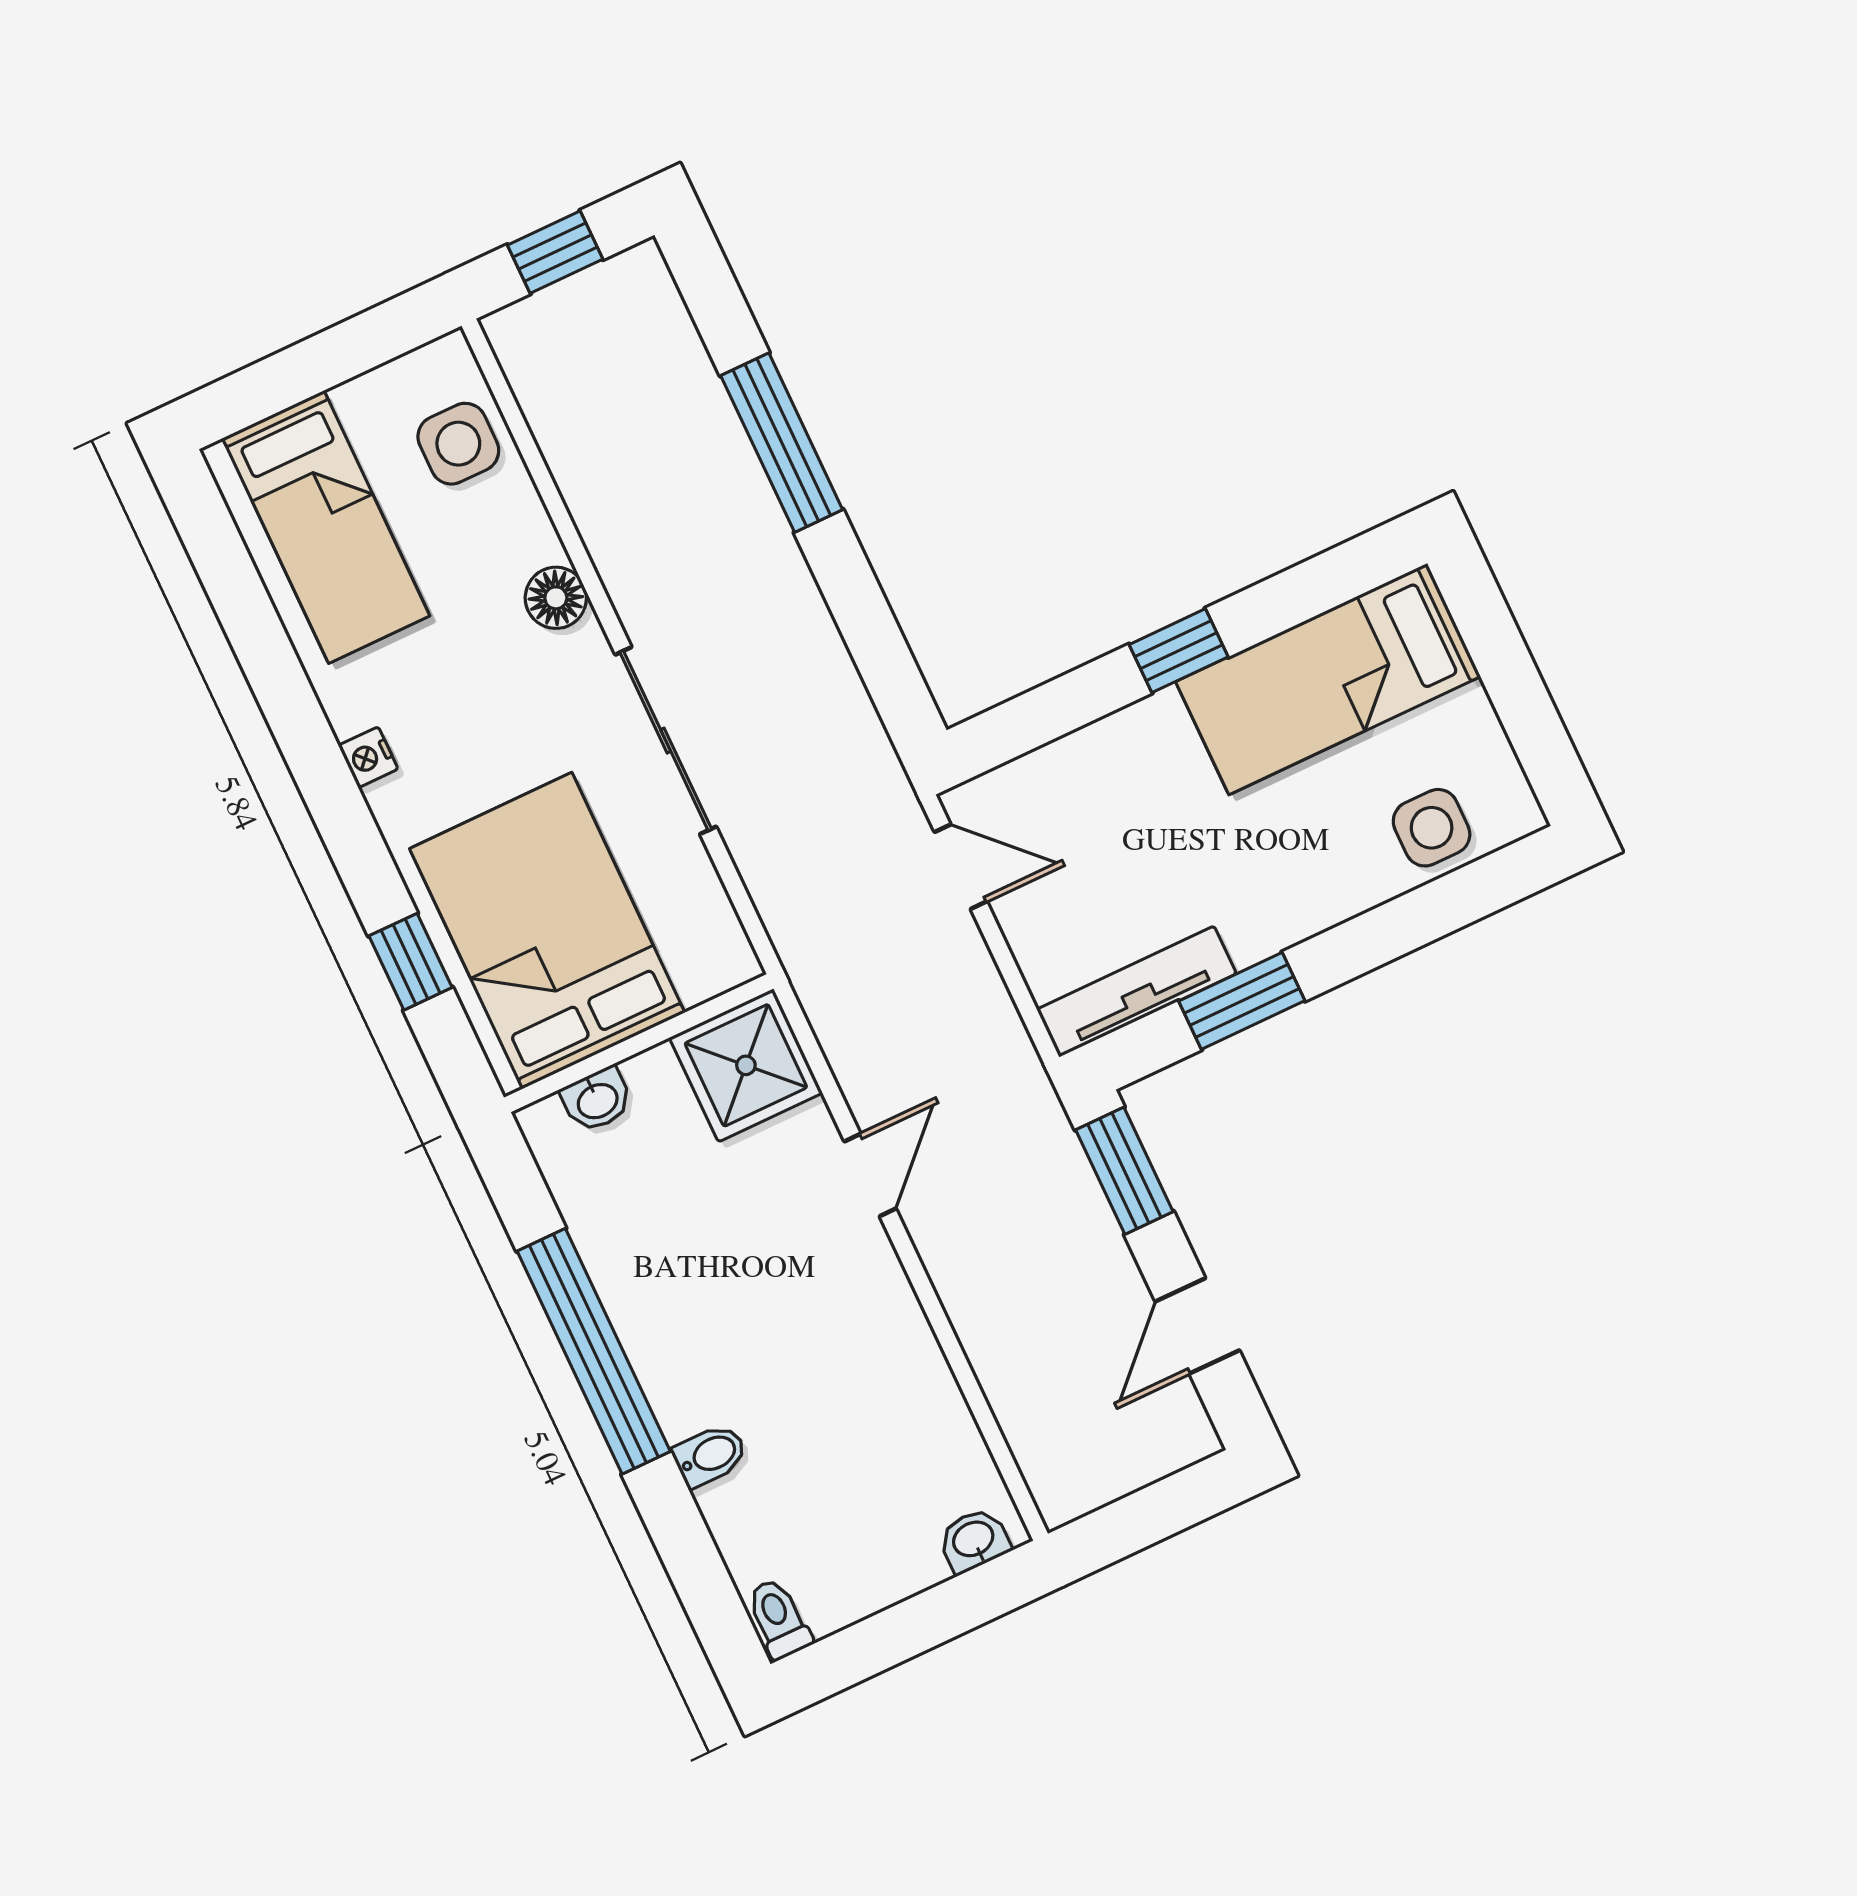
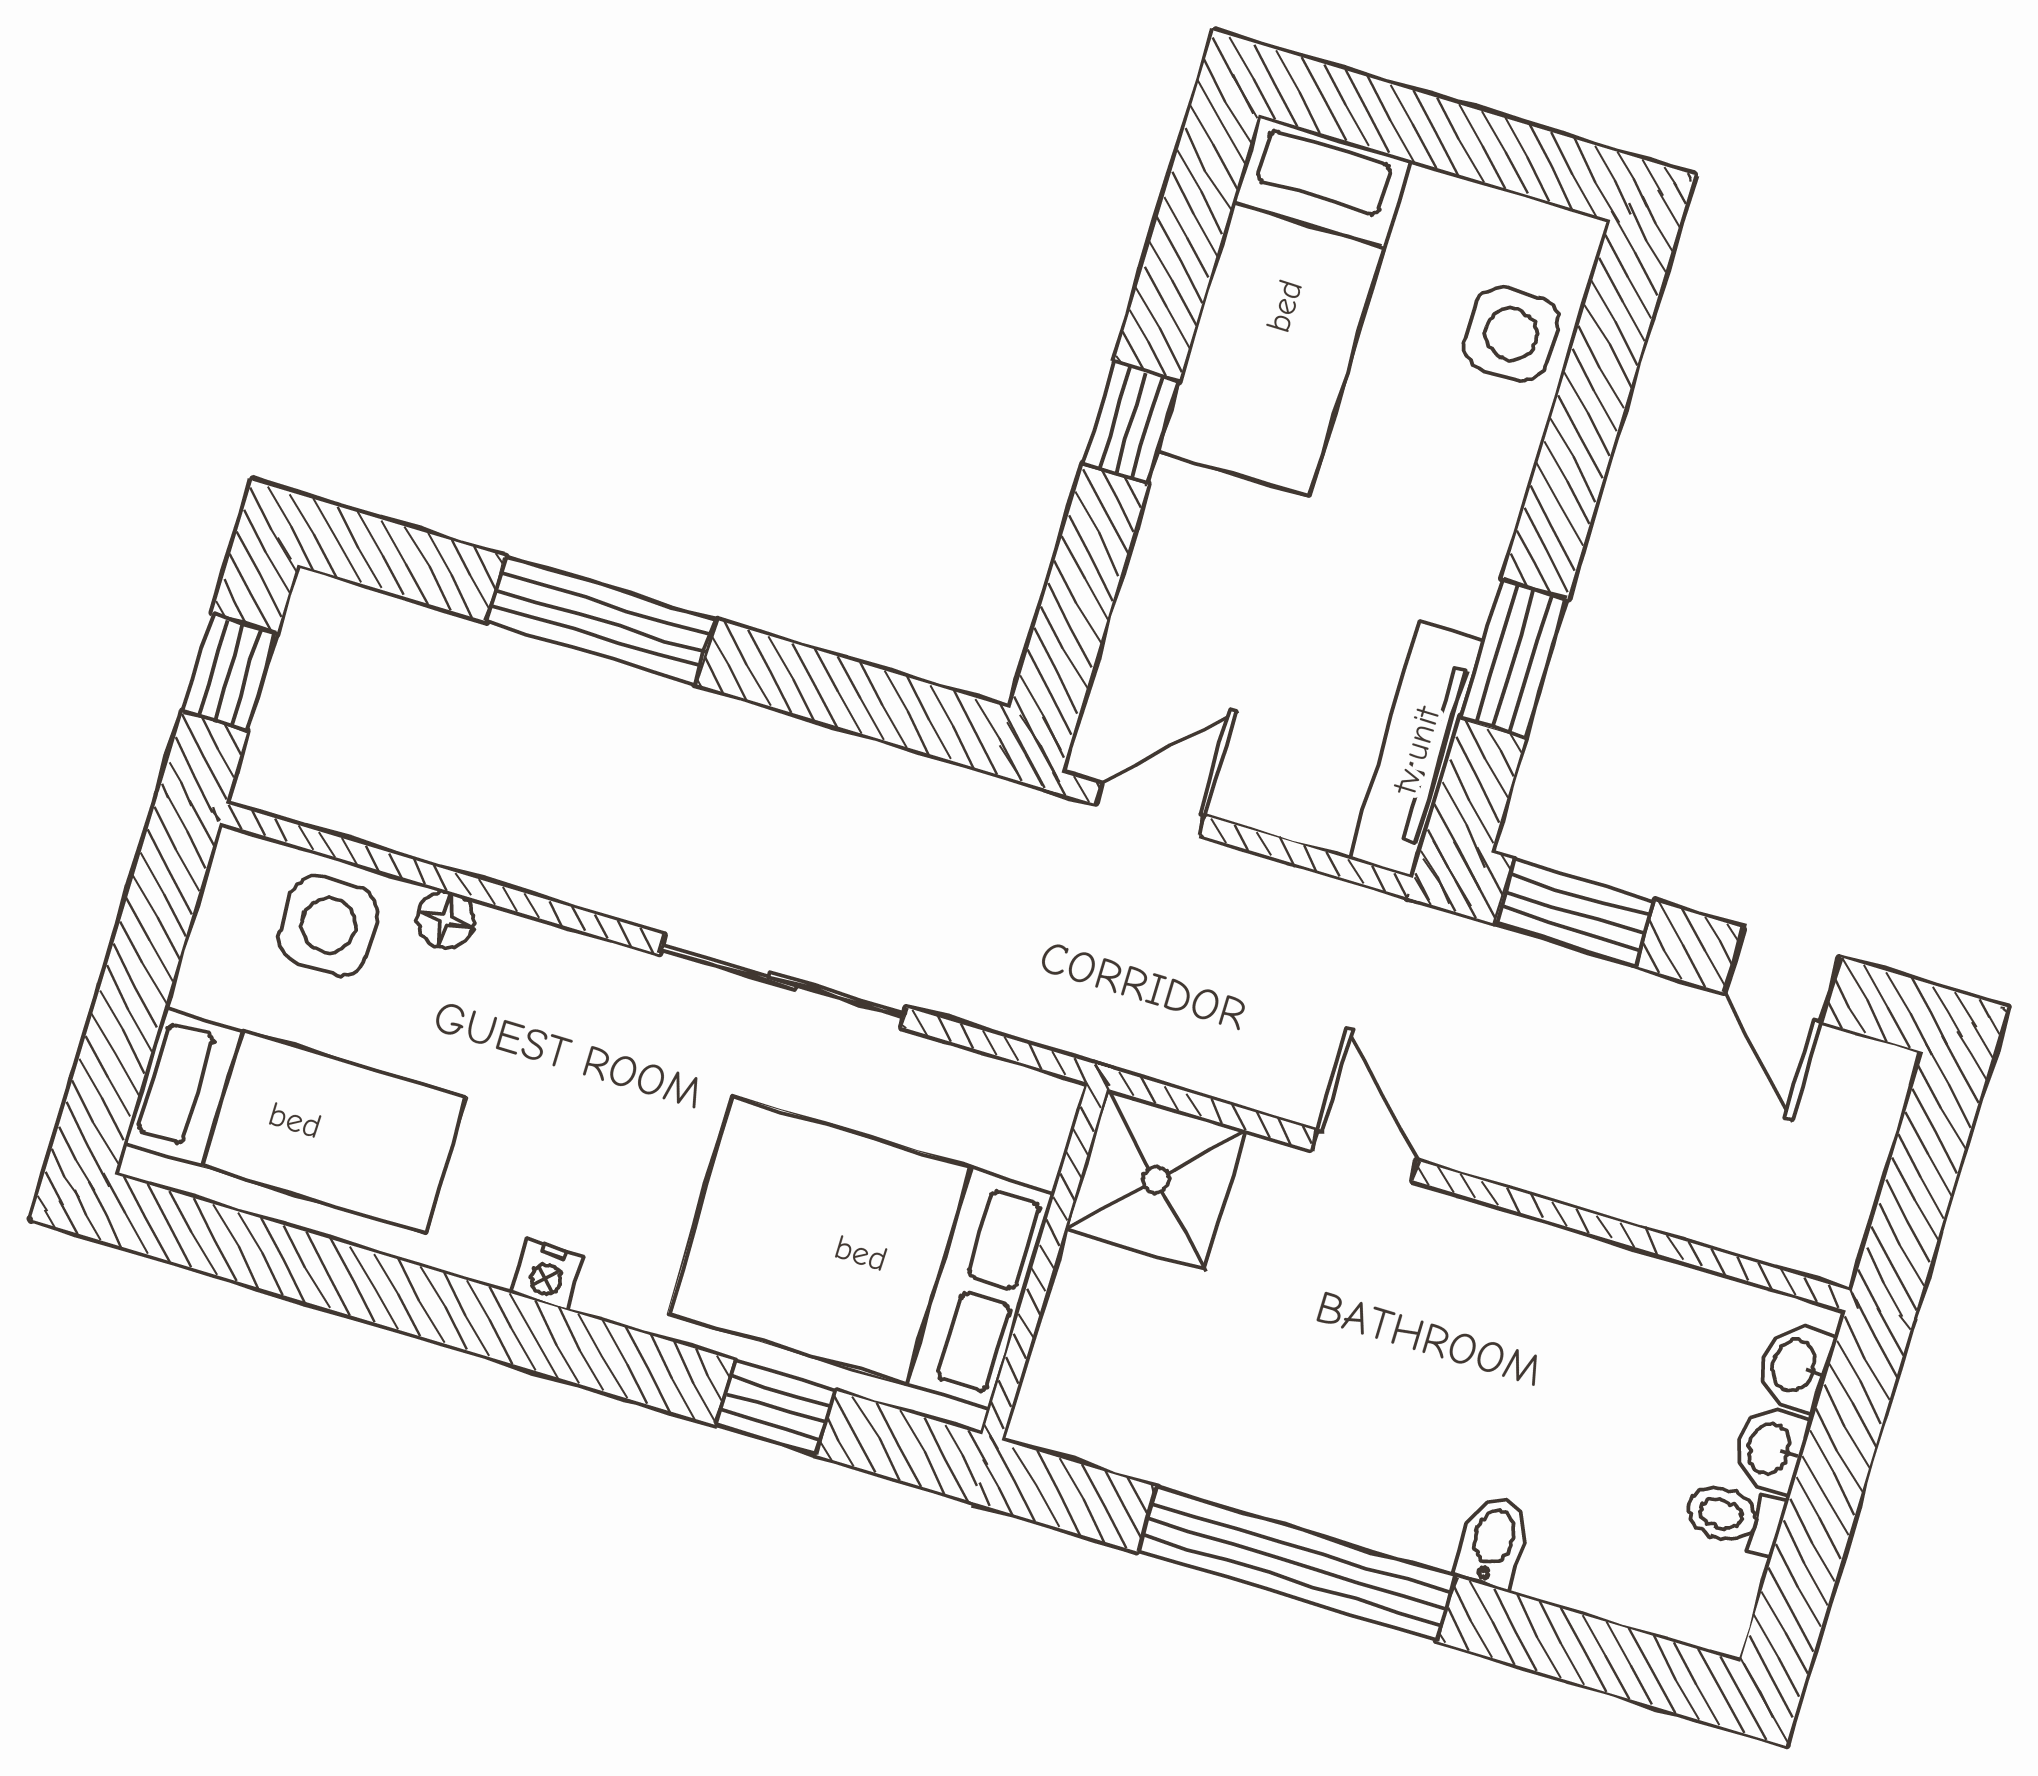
floor lamp: (556, 598) -> (446, 920), moved, width x0.73, depth x0.73
washbasin: (597, 1100) -> (1771, 1449), moved, turned 180
toilet: (779, 1619) -> (1734, 1517), moved

